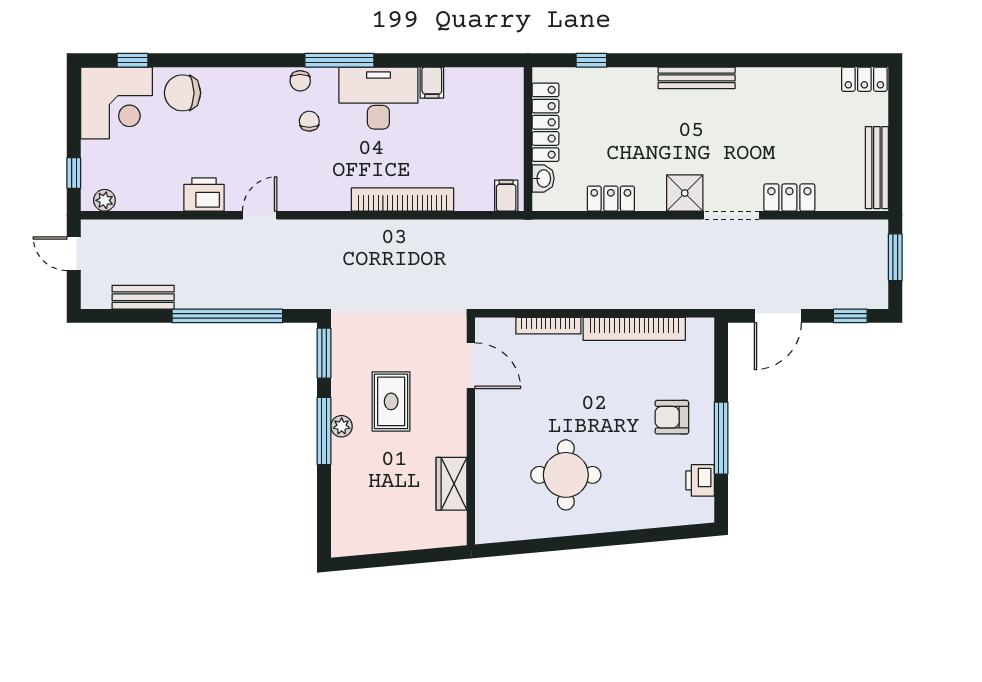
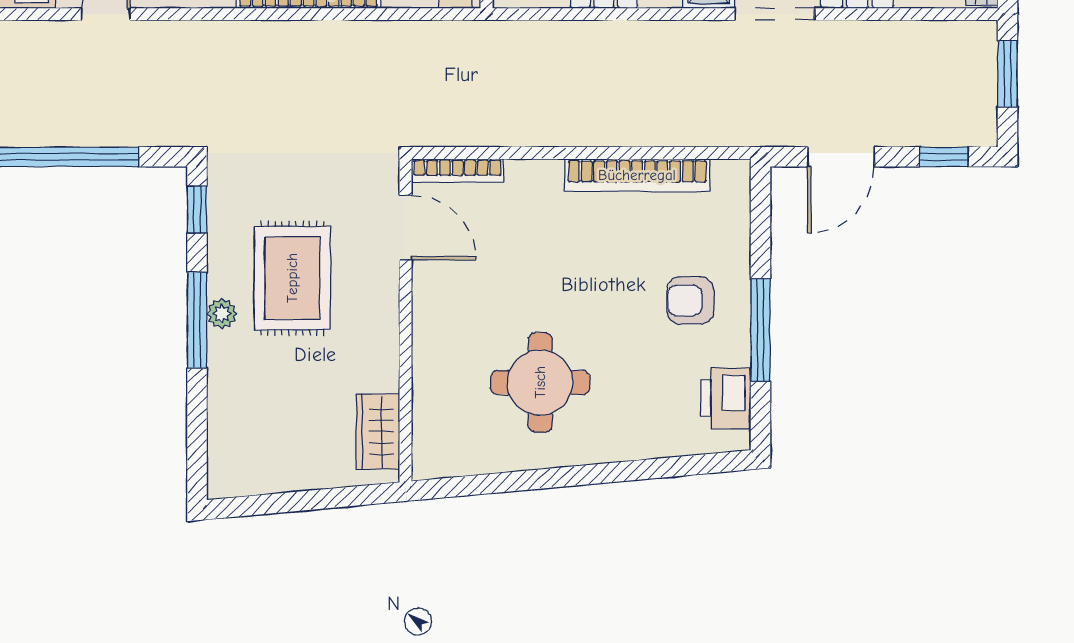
bookcase: (548, 326) -> (457, 171), moved
window: (324, 353) -> (197, 210), width x0.67
rug: (391, 401) -> (292, 278), width x1.36, depth x1.43
printer: (700, 480) -> (726, 398), width x1.36, depth x1.24
wardrobe: (451, 484) -> (378, 432), moved

